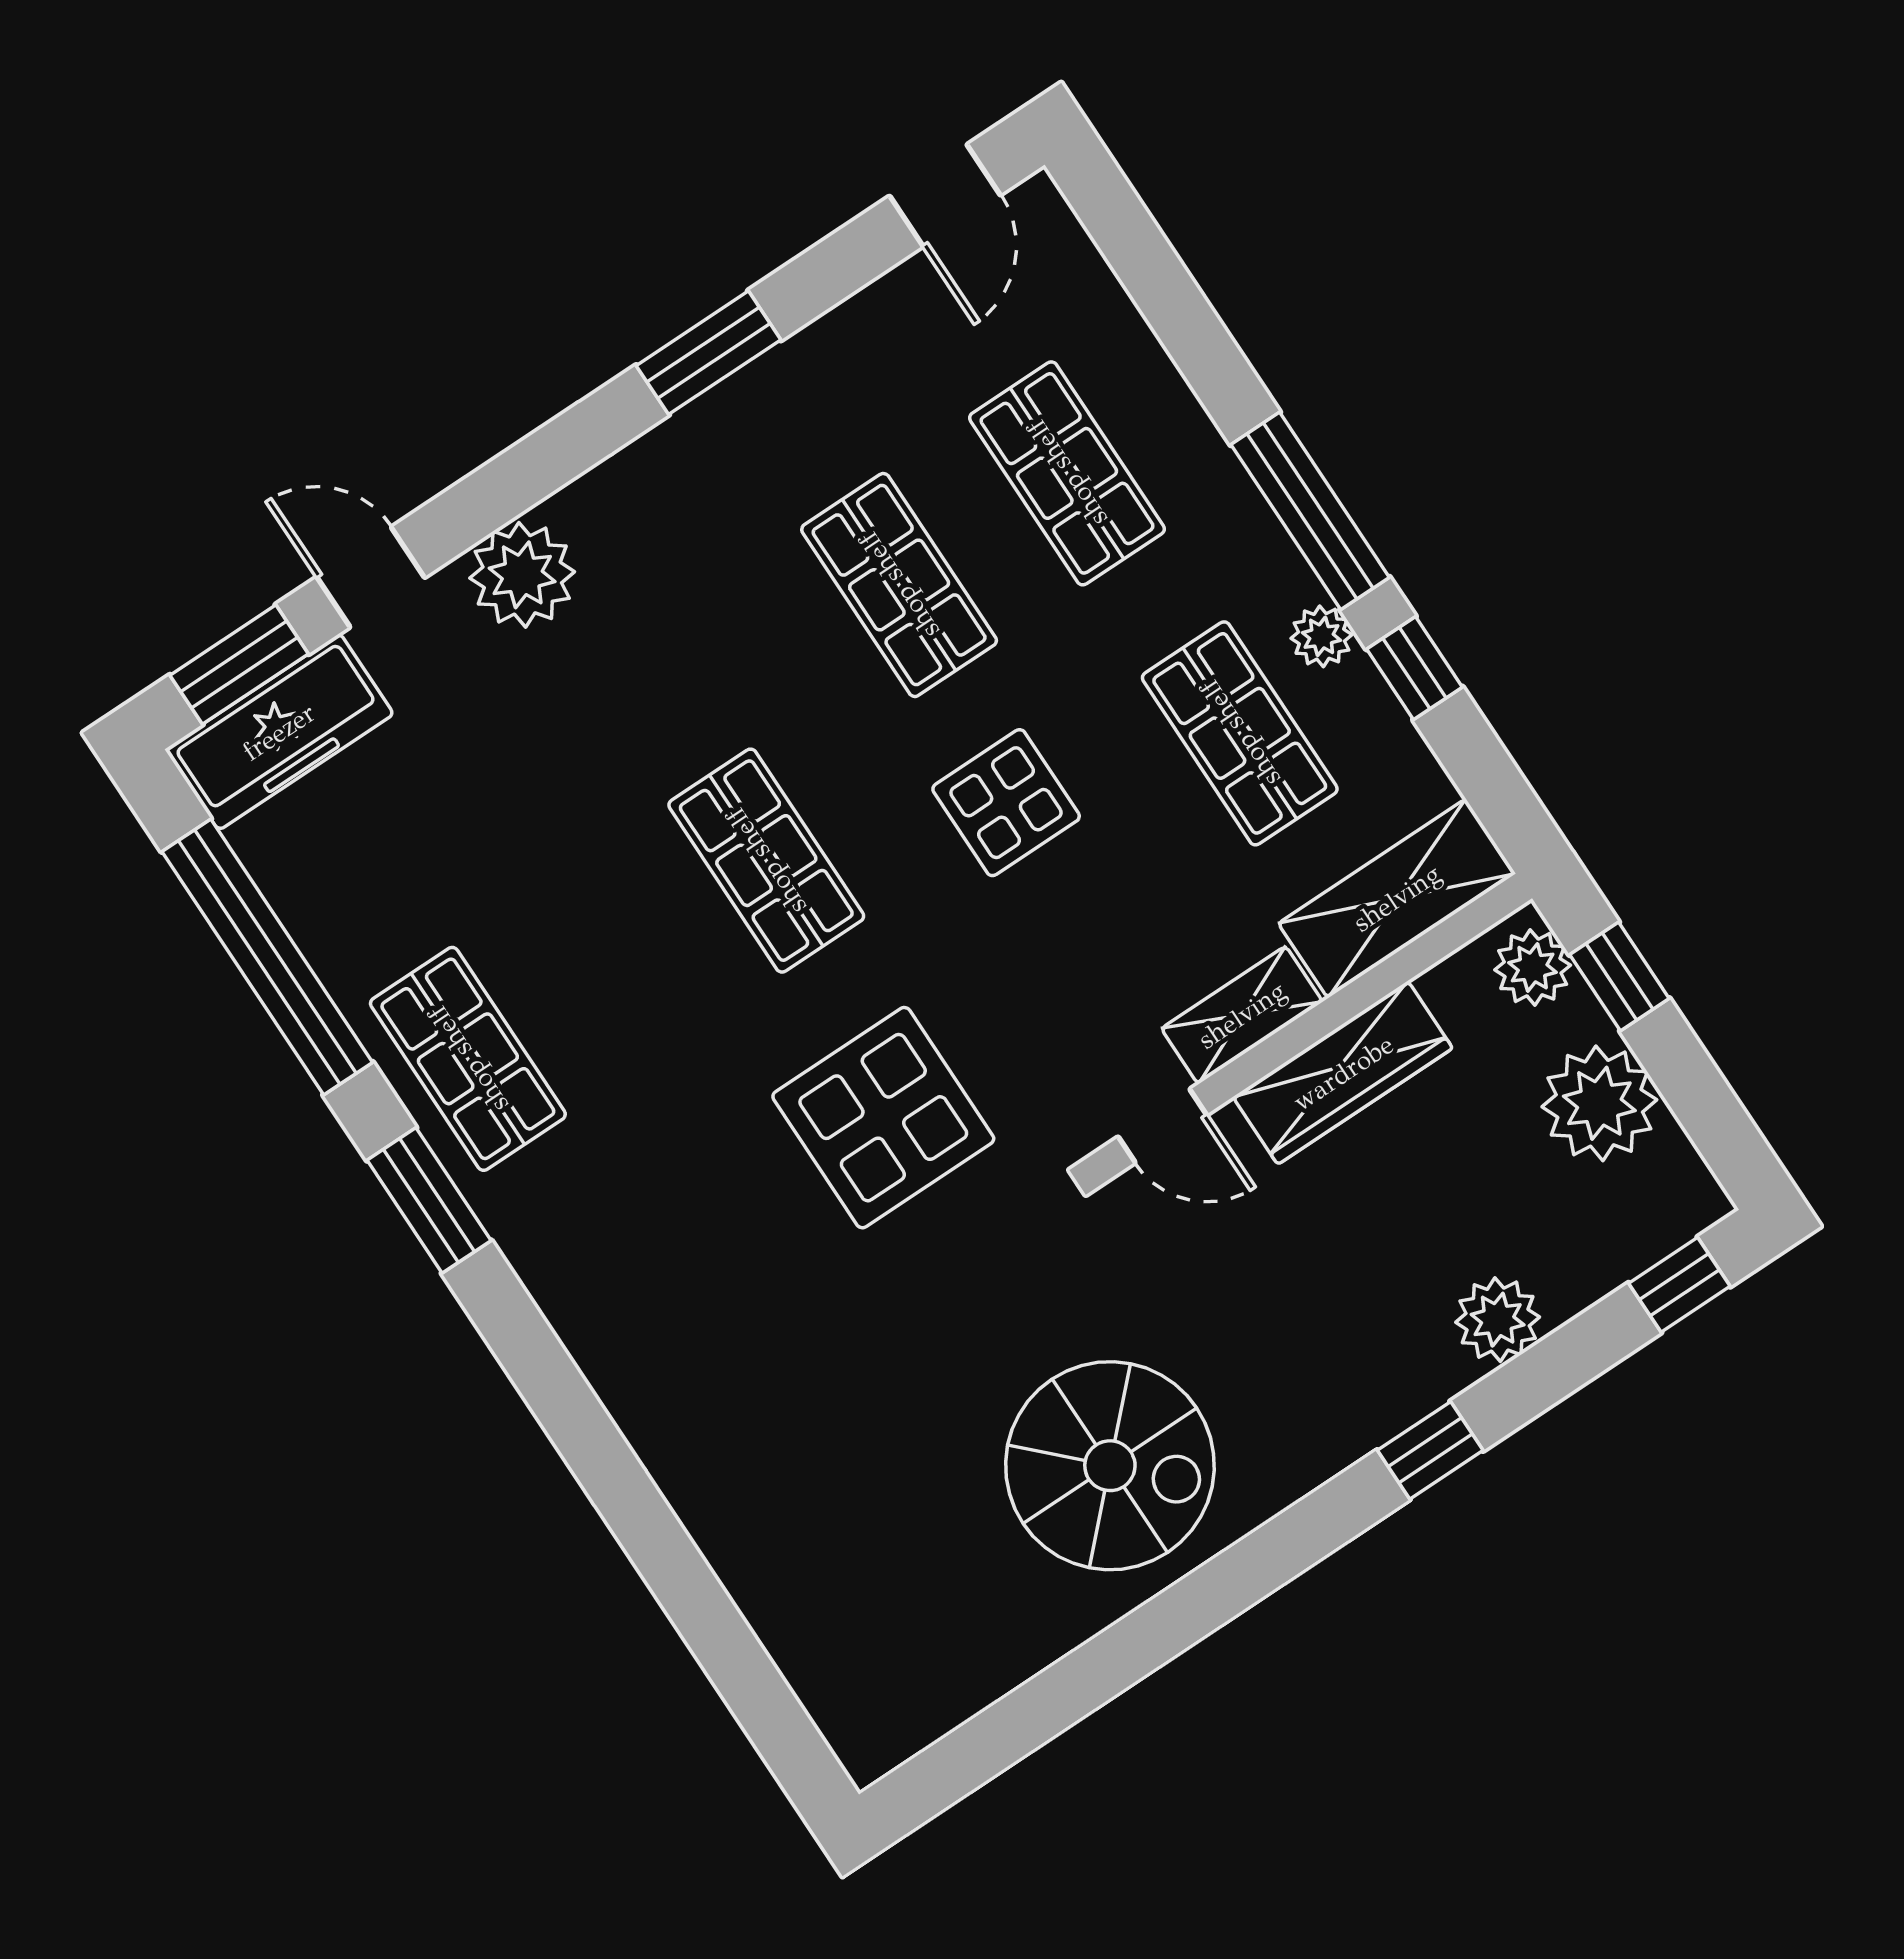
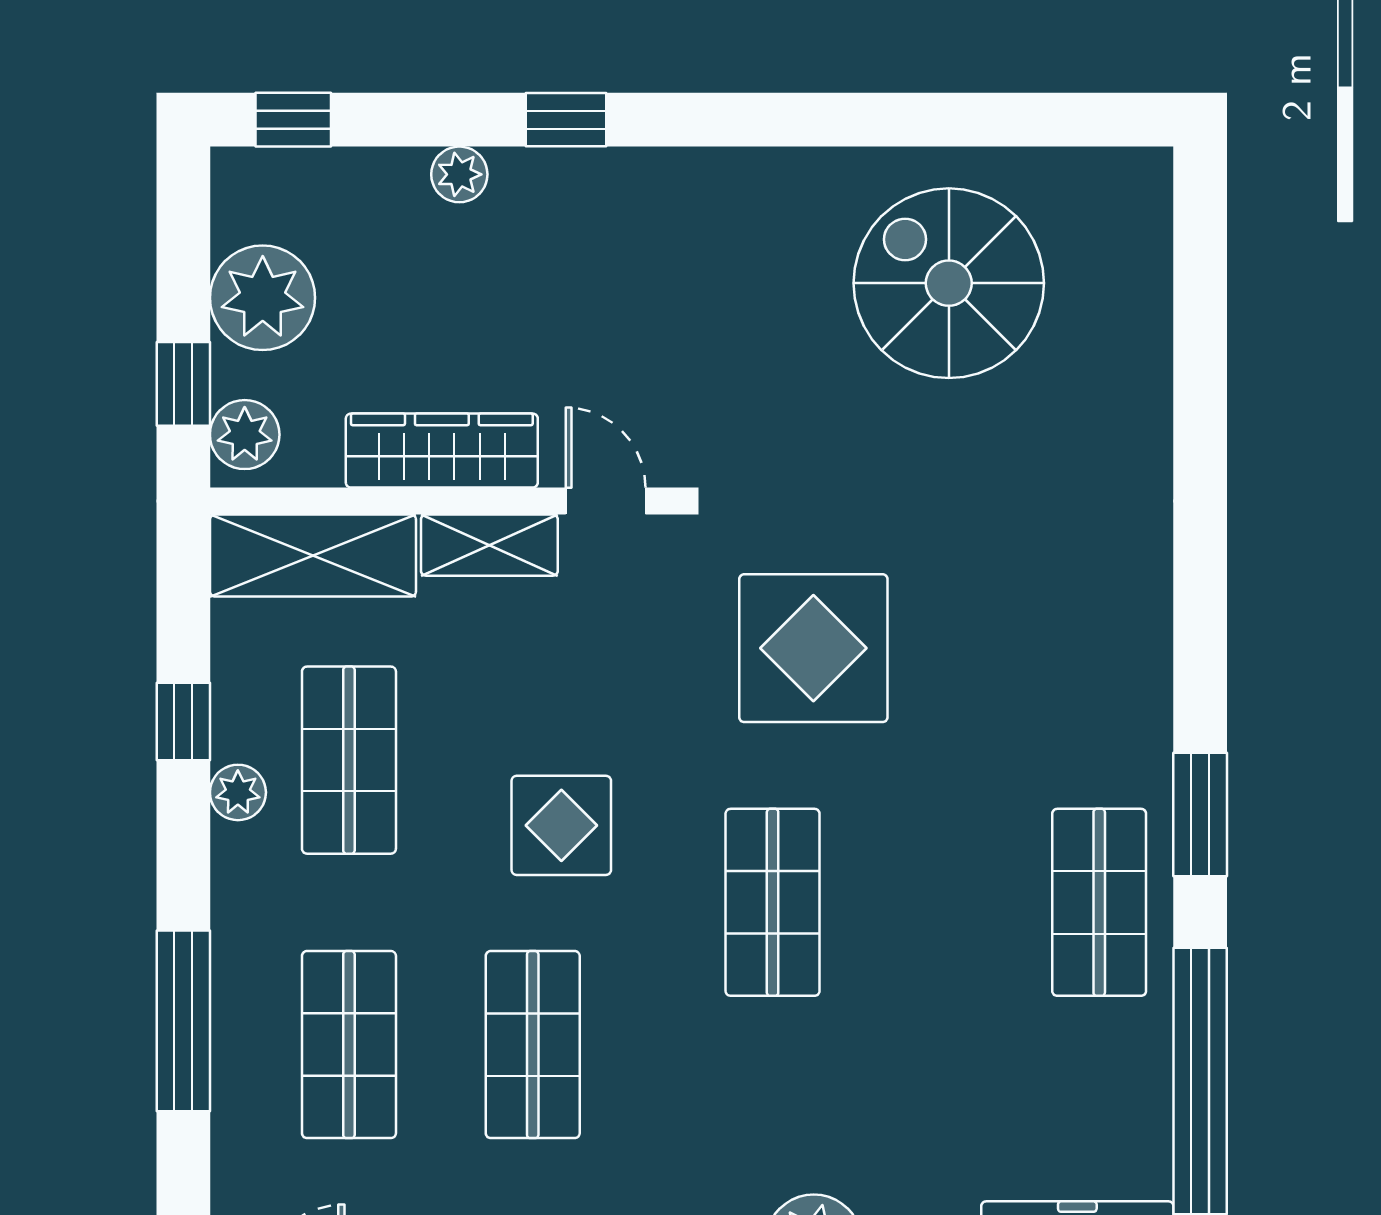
window: (1310, 511) -> (183, 1021), moved
plant: (1498, 1320) -> (459, 174), width x0.73, depth x0.73
spiral stairs: (1110, 1466) -> (949, 283), moved

